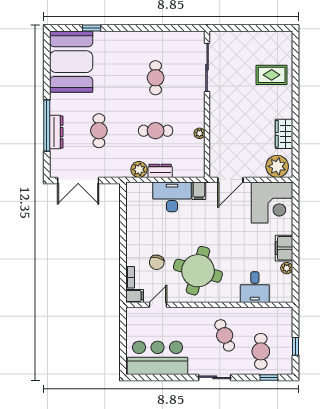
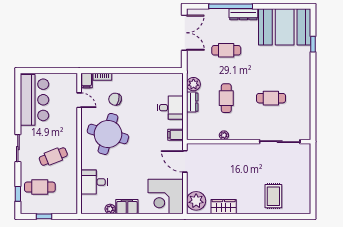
dresser: (56, 132) -> (243, 14), moved
double door: (78, 180) -> (184, 33), swing flipped
desk: (172, 197) -> (170, 108), width x0.73

